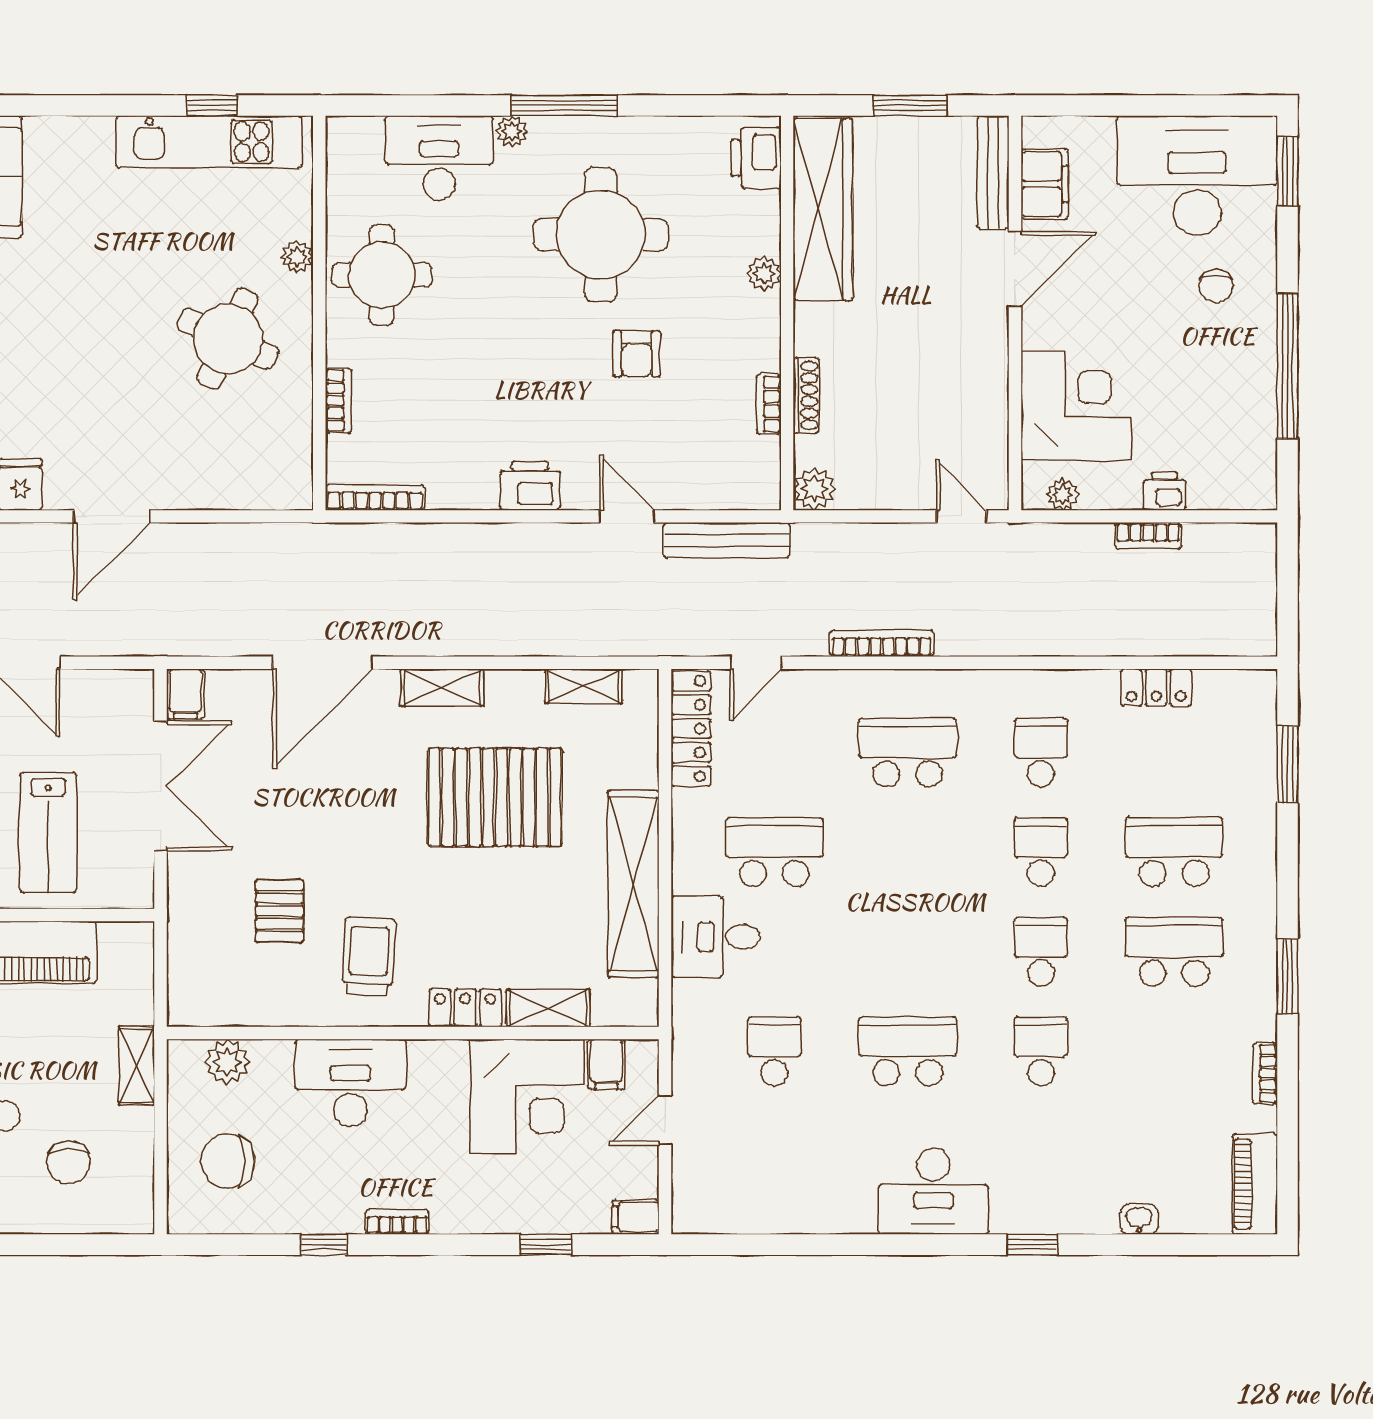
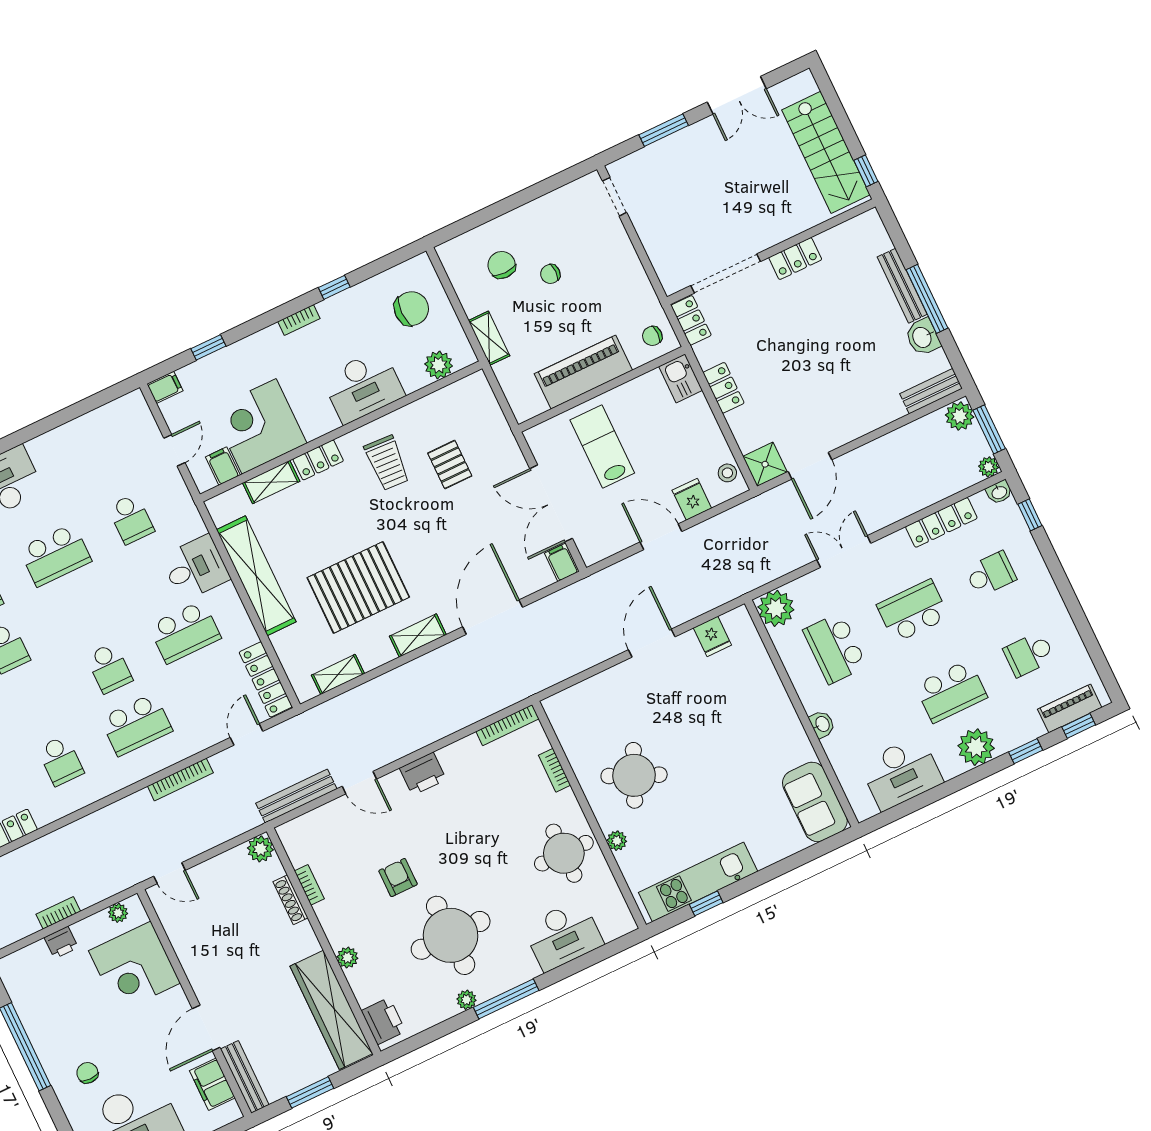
plant: (512, 131) -> (467, 1000), moved
school desk: (1041, 852) -> (109, 668), moved

